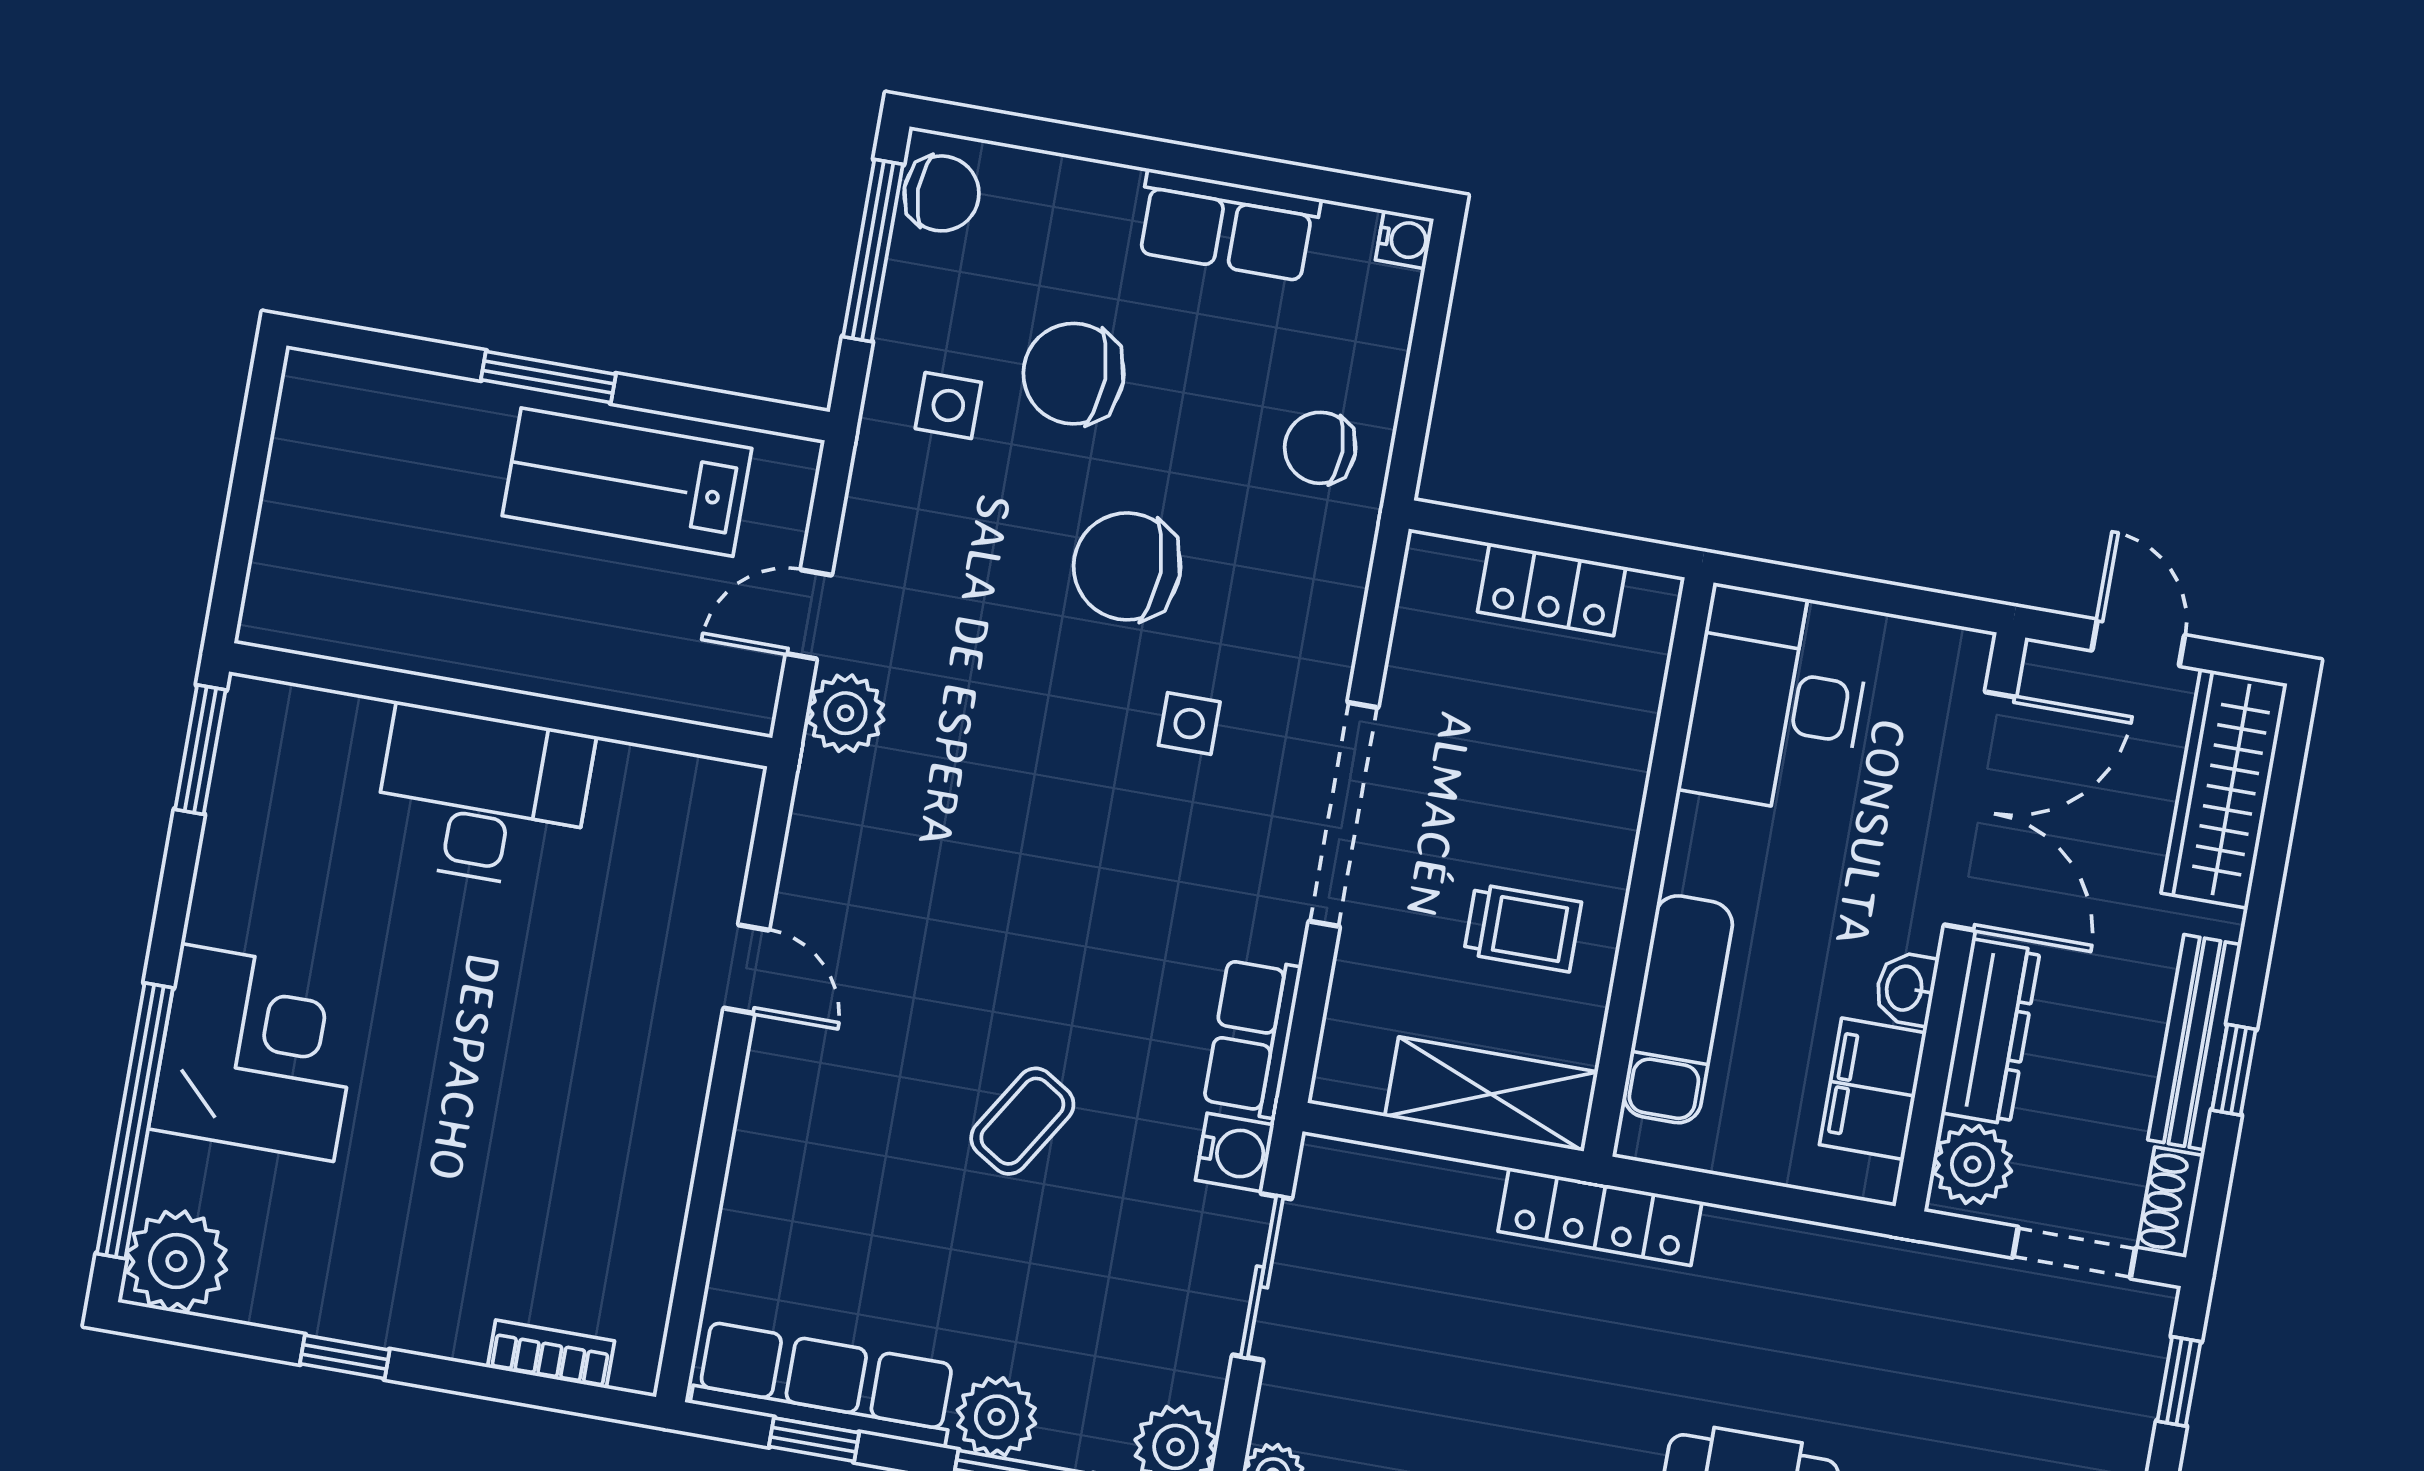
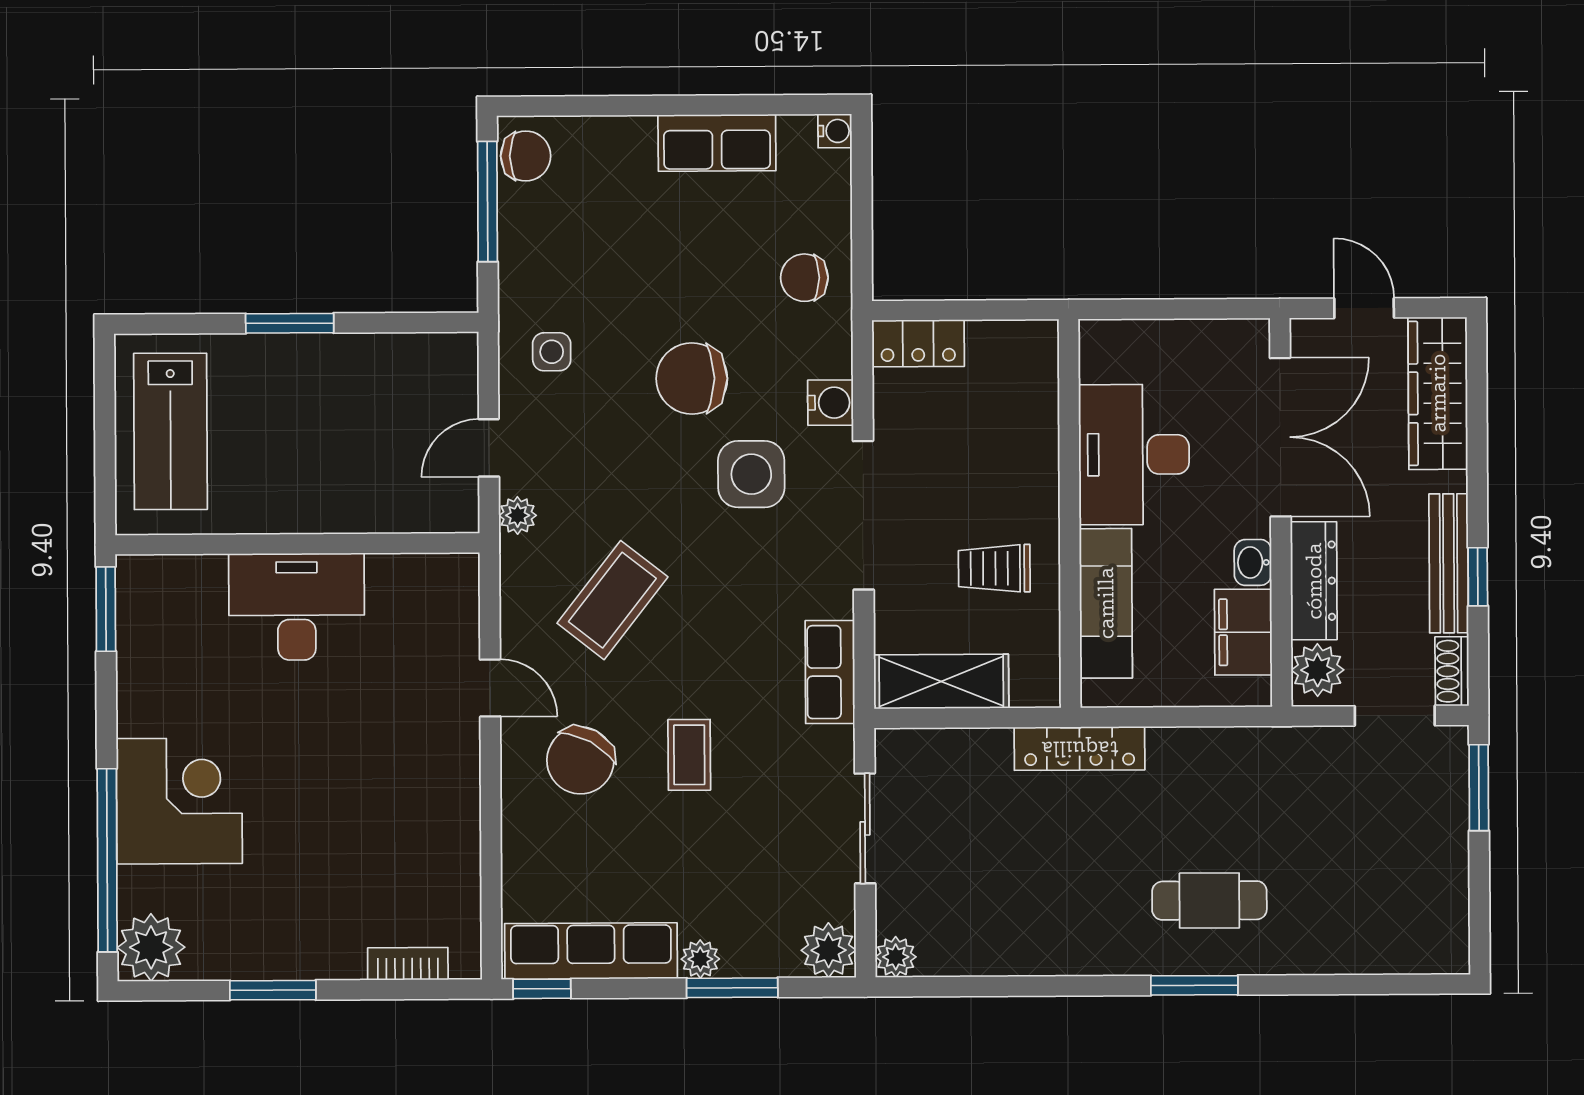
chair: (1074, 374) -> (580, 760), moved, turned -61
side table: (948, 405) -> (552, 352), moved
lab bench: (627, 482) -> (170, 431), moved, turned -90
locker: (1552, 589) -> (918, 343), moved
desk: (1776, 700) -> (1134, 455), moved
plant: (845, 713) -> (518, 515), width x0.73, depth x0.73
side table: (1189, 724) -> (751, 474), width x1.87, depth x1.87
coffee table: (950, 872) -> (612, 600), added
trolley: (1523, 928) -> (994, 568), turned 180
shelving: (1491, 1094) -> (941, 681), moved
coffee table: (1022, 1121) -> (689, 755), turned -32
water cooler: (1235, 1153) -> (830, 403), moved
window: (345, 1357) -> (273, 990), width x1.50
window: (2179, 1381) -> (1479, 788), width x1.50
plant: (996, 1417) -> (700, 959), width x0.73, depth x0.73
window: (814, 1440) -> (542, 989), moved

